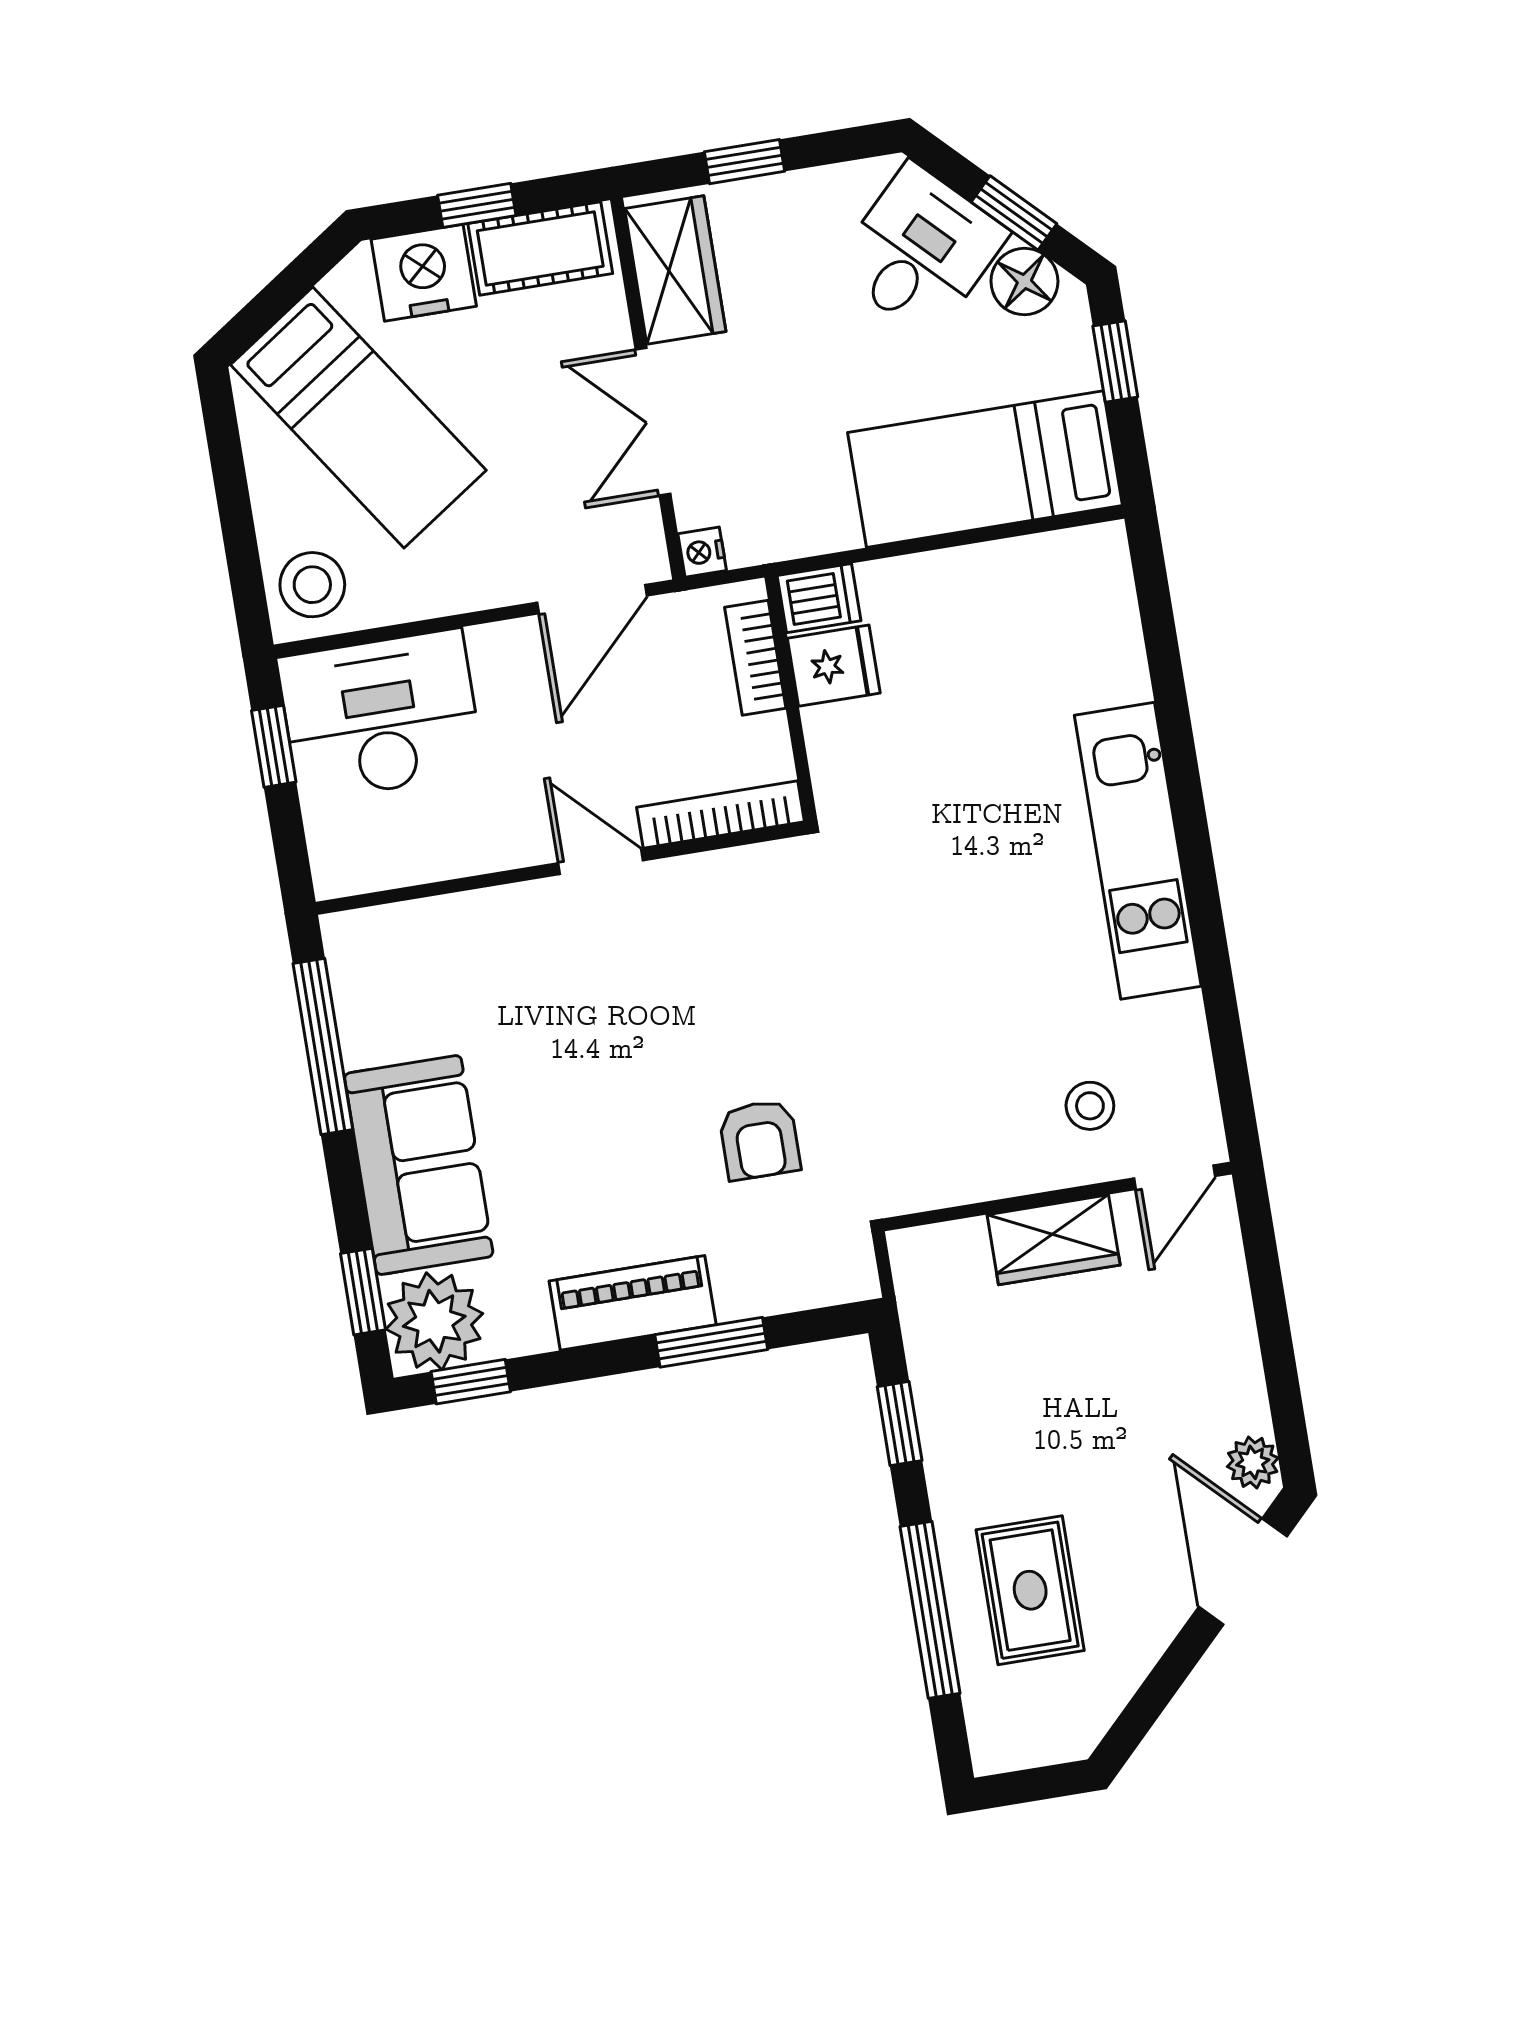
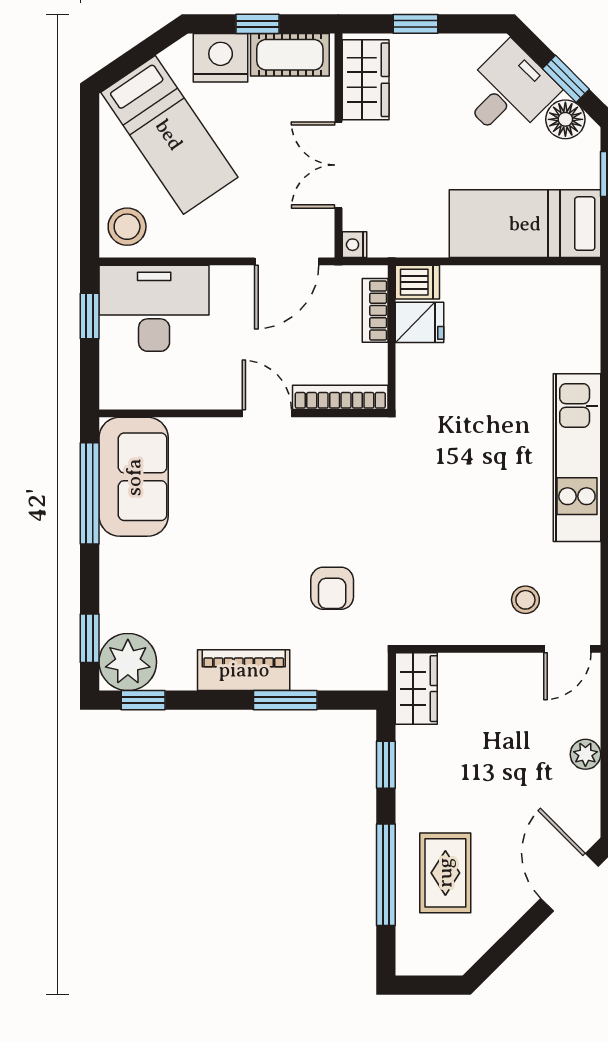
sofa: (419, 1165) -> (134, 477), moved
wardrobe: (1054, 1240) -> (416, 689), moved, turned -90
plant: (1253, 1462) -> (585, 754), moved

